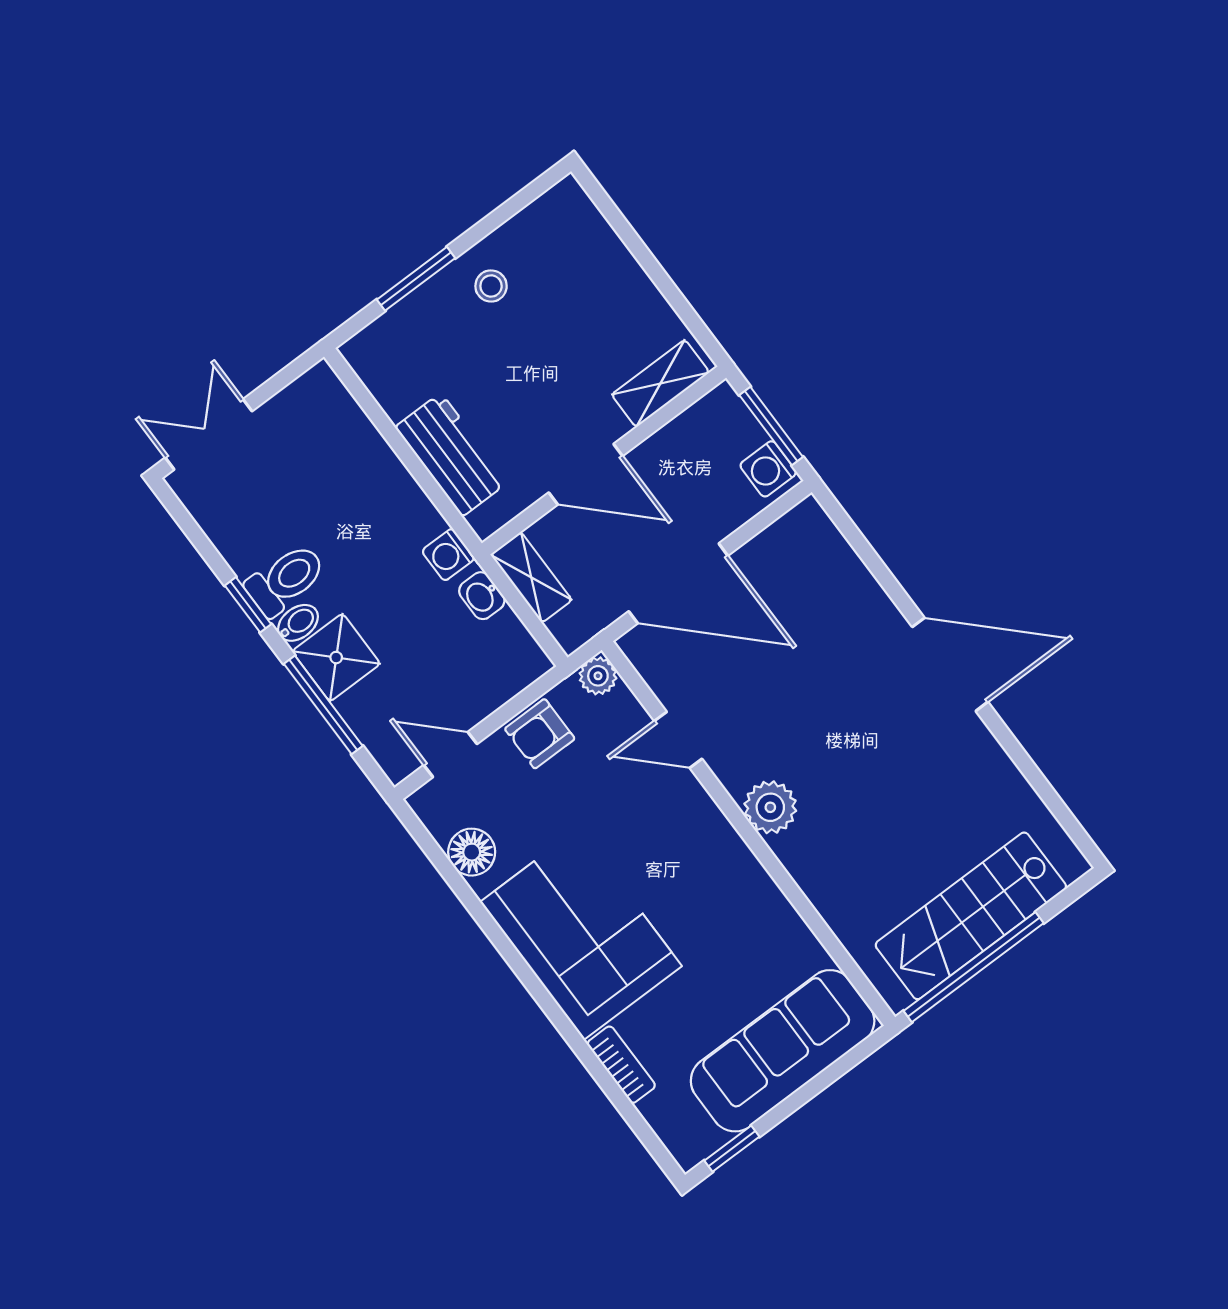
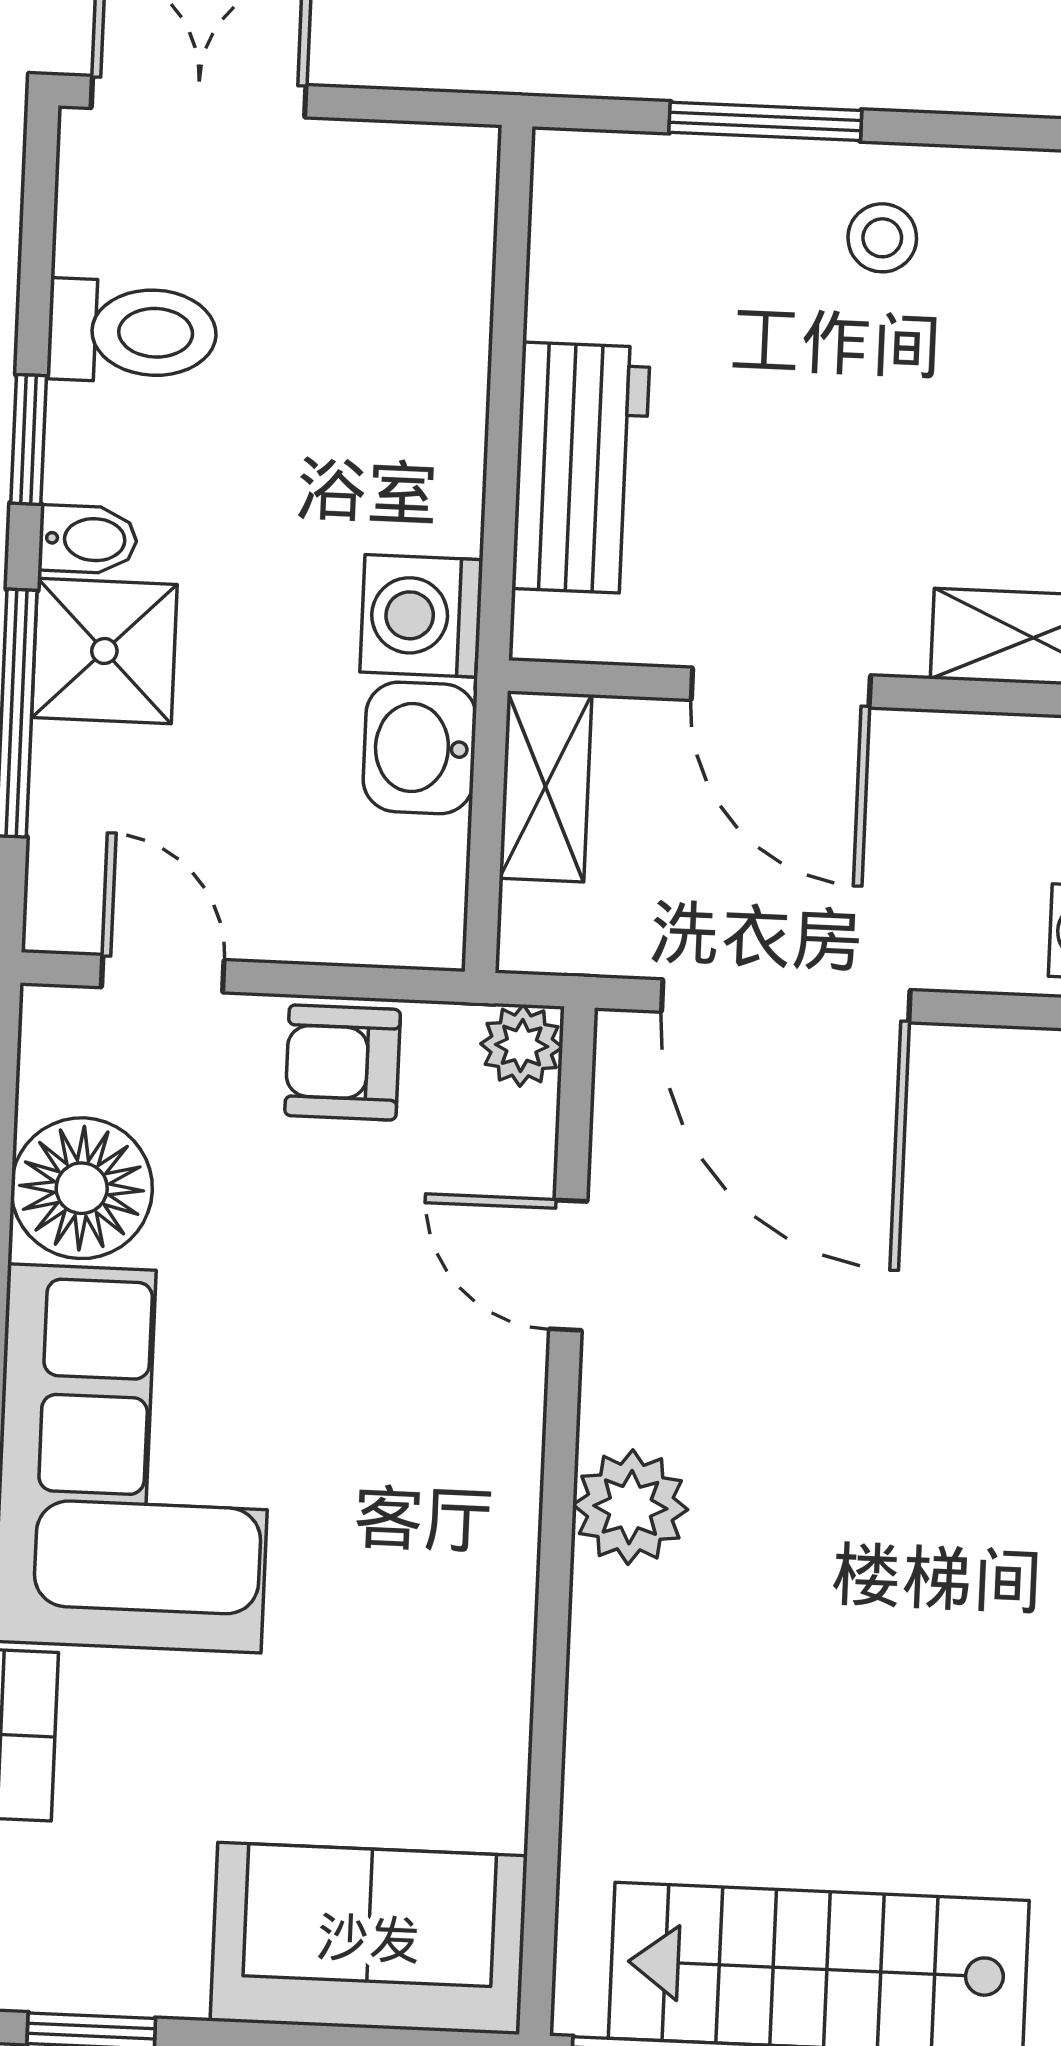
washing machine: (448, 555) -> (421, 616), width x1.38, depth x1.38
toilet: (286, 580) -> (132, 332), moved
washbasin: (482, 596) -> (420, 748), width x1.38, depth x1.45
floor lamp: (472, 852) -> (82, 1188), width x1.38, depth x1.38
sofa: (783, 1051) -> (369, 1938), width x0.73

